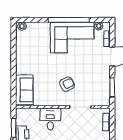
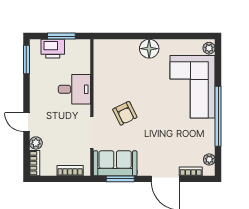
corner sofa: (72, 37) -> (193, 87), moved
floor lamp: (22, 67) -> (149, 49), added
sofa: (24, 90) -> (115, 163), moved, turned 180

